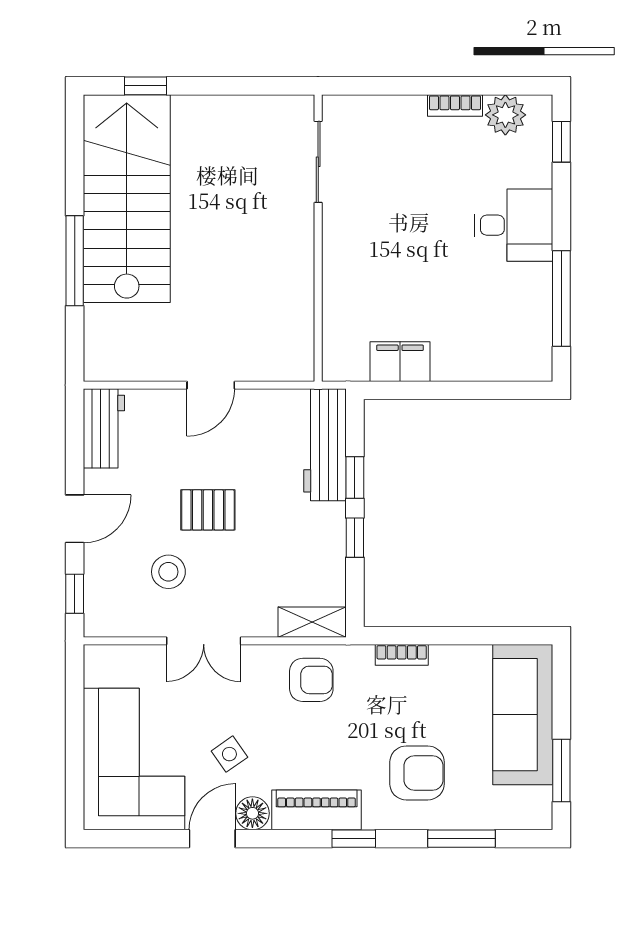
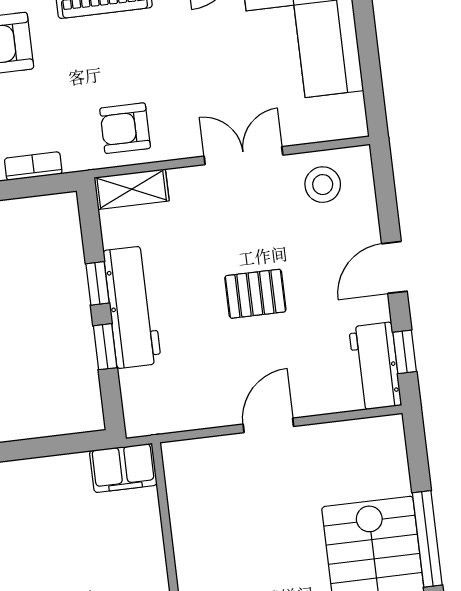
filing cabinet: (400, 362) -> (123, 468), moved
workbench: (325, 445) -> (132, 307), moved
stool: (168, 572) -> (323, 185), moved
window: (75, 594) -> (405, 352), moved
side table: (229, 754) -> (202, 40), removed

